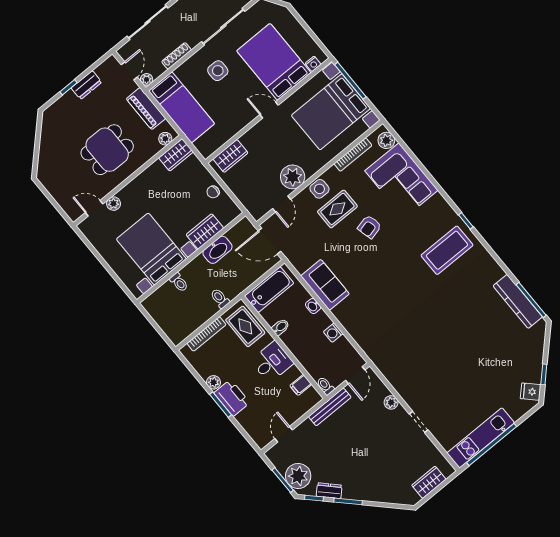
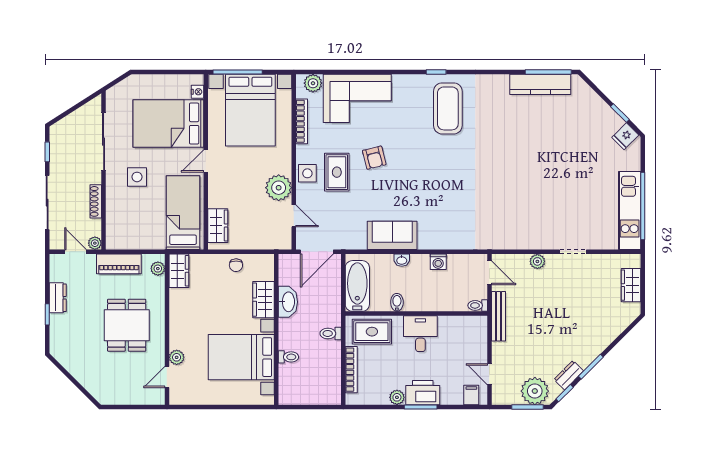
bed: (181, 107) -> (183, 213), moved, turned -90
filing cabinet: (301, 385) -> (471, 395), moved, turned 180

